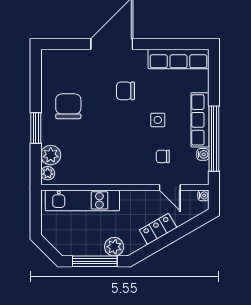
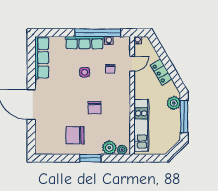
chair: (126, 91) -> (94, 108), moved

